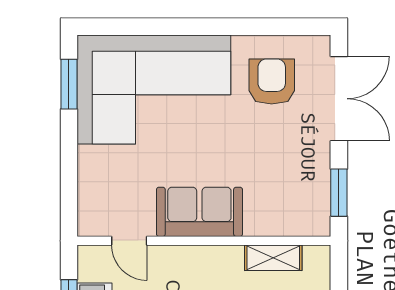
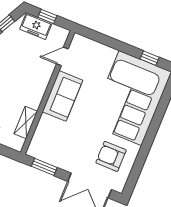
armchair: (272, 82) -> (111, 156), turned 180
window: (69, 84) -> (150, 58), width x0.67

